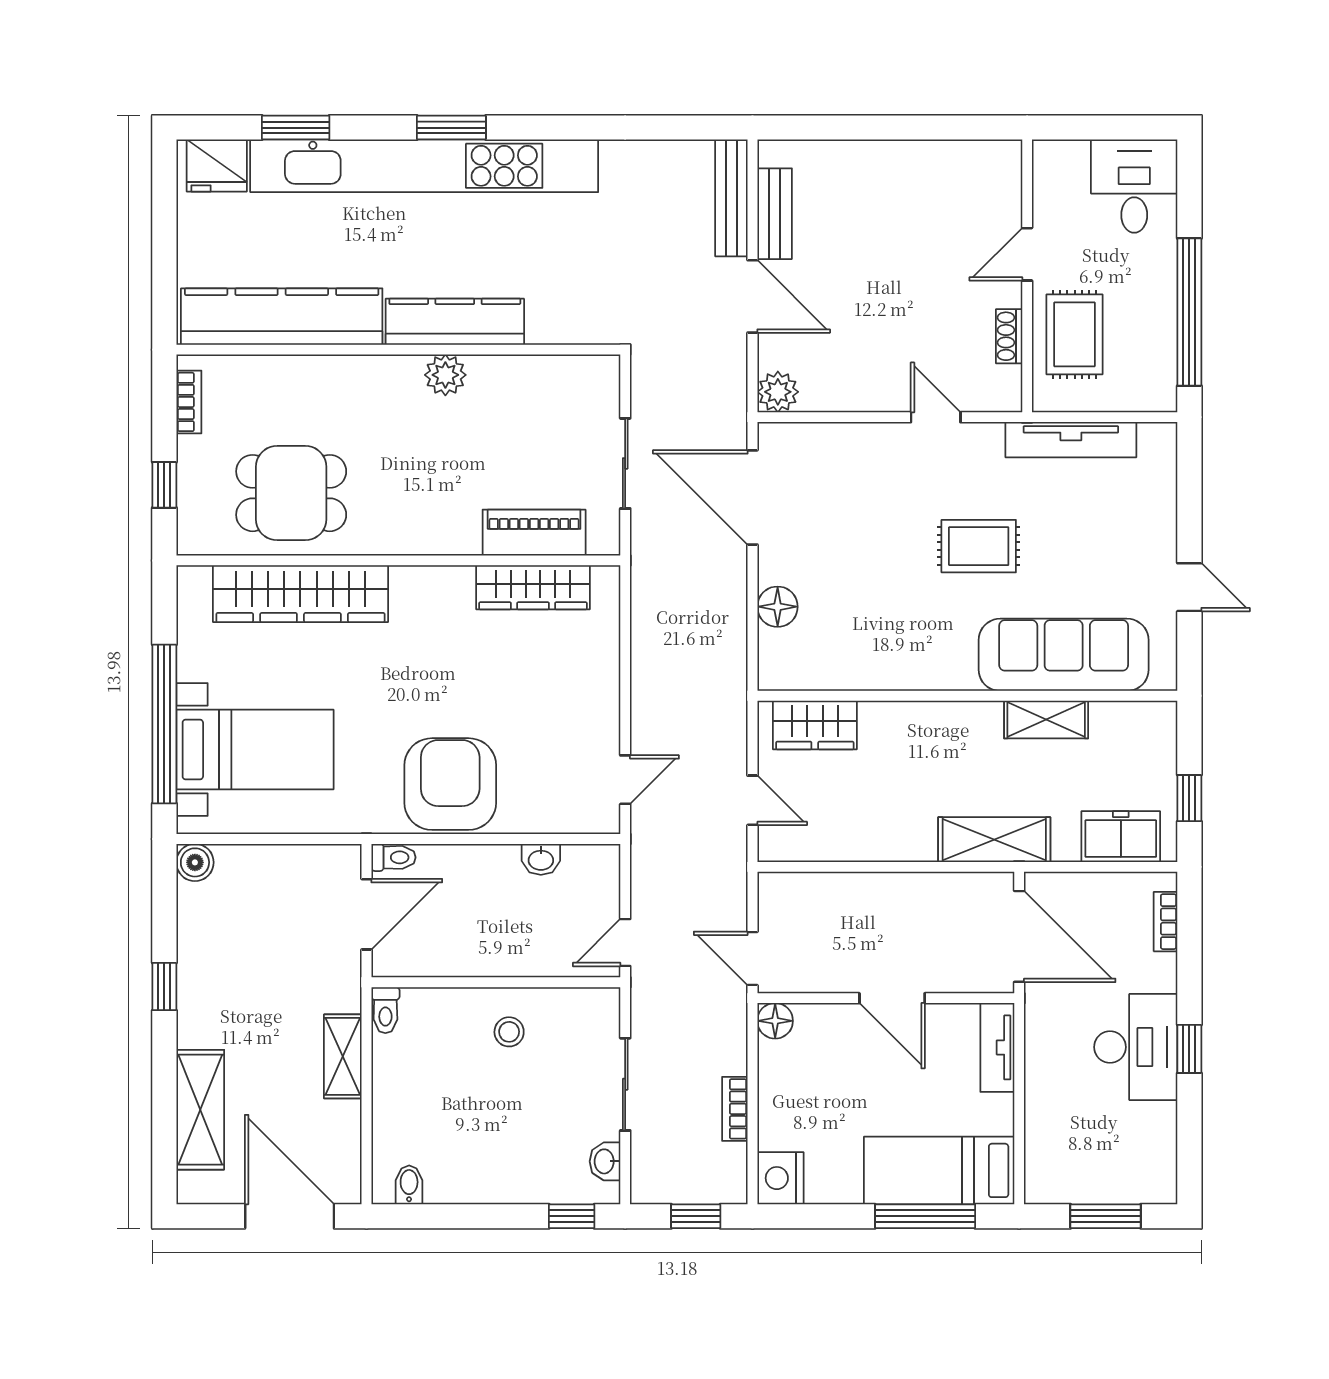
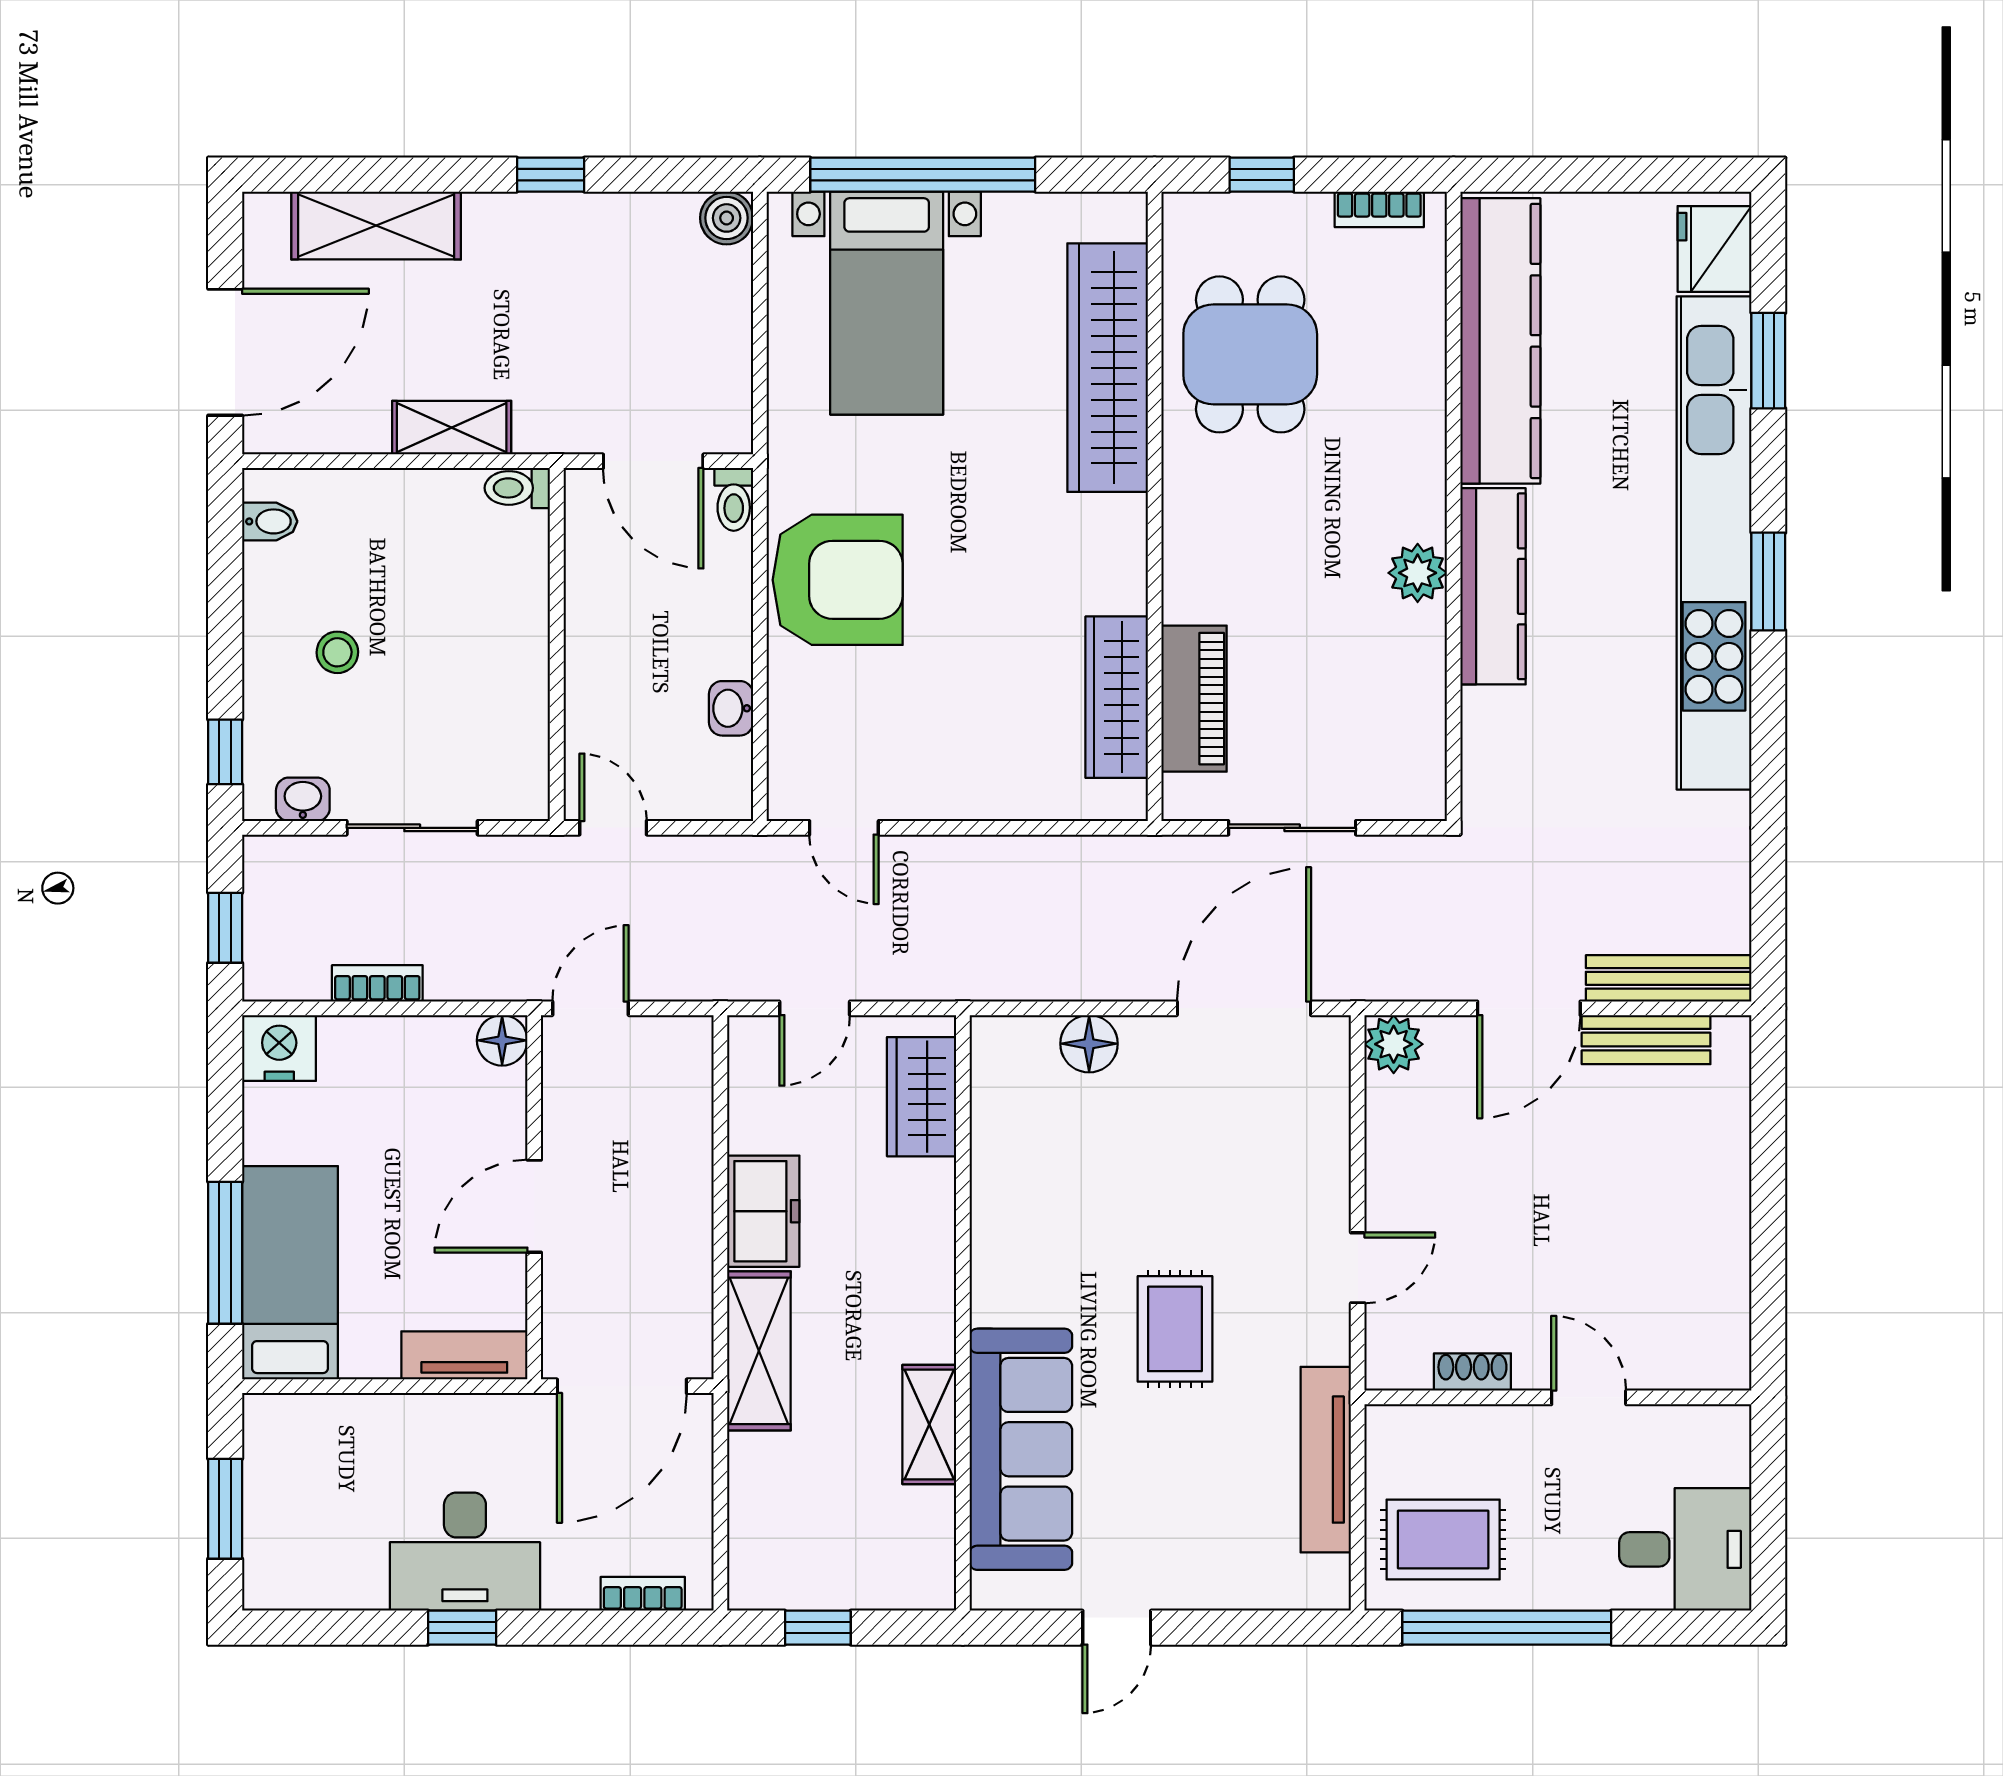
rug: (1075, 334) -> (1443, 1539), moved
freezer: (1121, 837) -> (763, 1211), moved
stool: (509, 1032) -> (337, 652), moved

